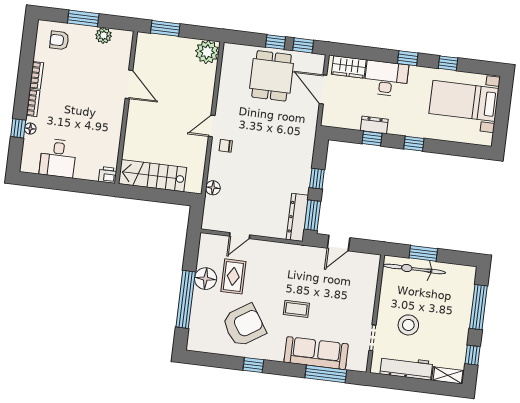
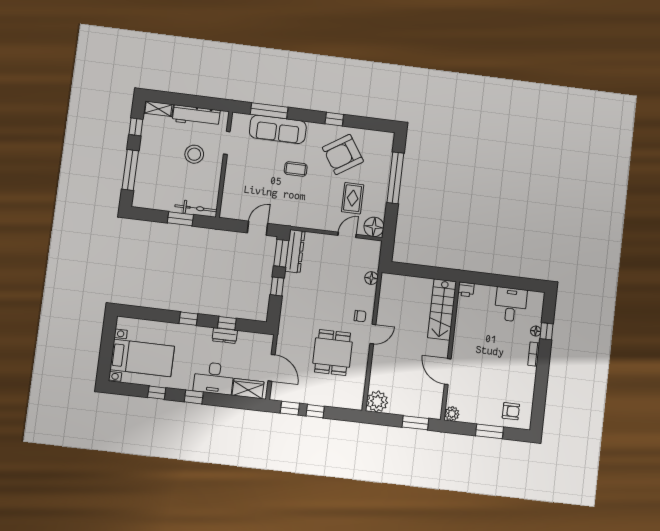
plant: (104, 35) -> (452, 414), moved
bookcase: (37, 75) -> (531, 379), removed
dining table: (272, 76) -> (333, 353), moved
stairs: (153, 176) -> (442, 310), moved, turned 90
bicycle: (414, 269) -> (196, 208), width x0.73, depth x0.71
floor lamp: (206, 279) -> (374, 227), moved

